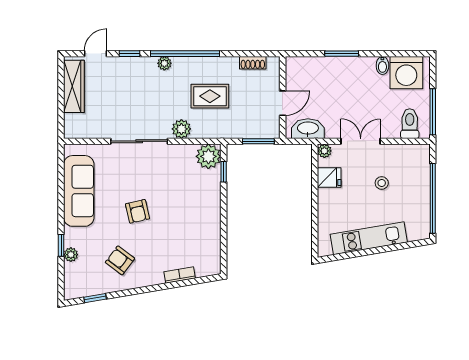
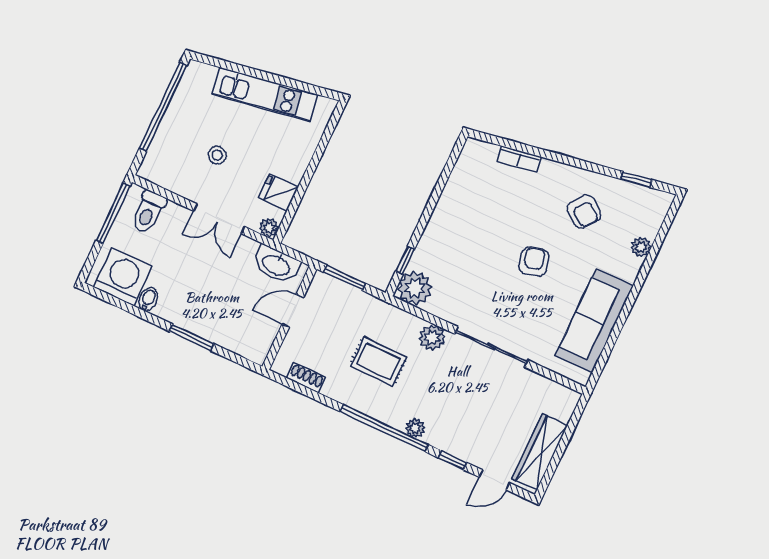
window: (61, 245) -> (648, 264), removed

